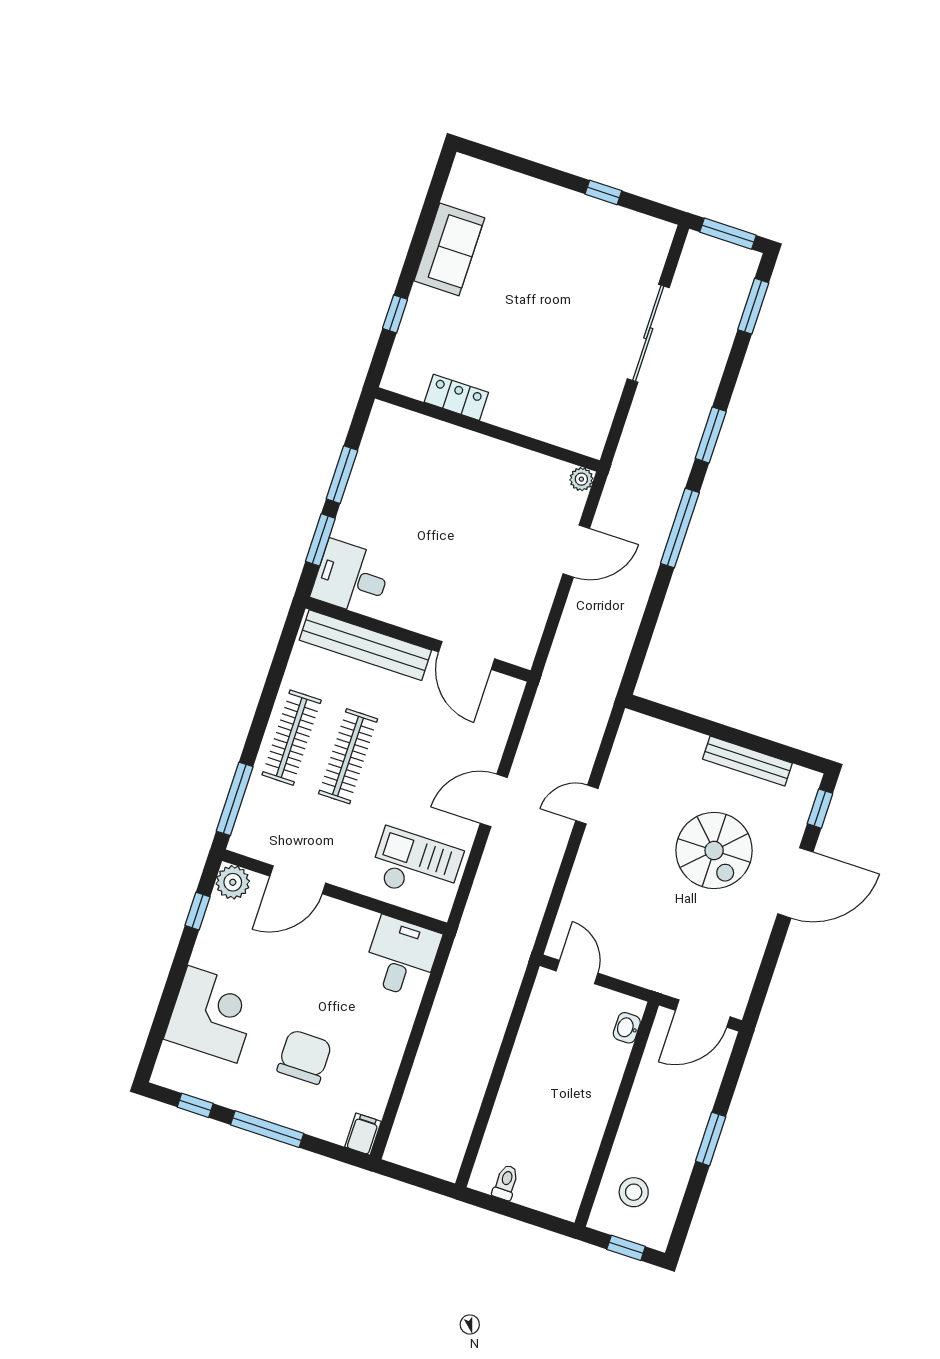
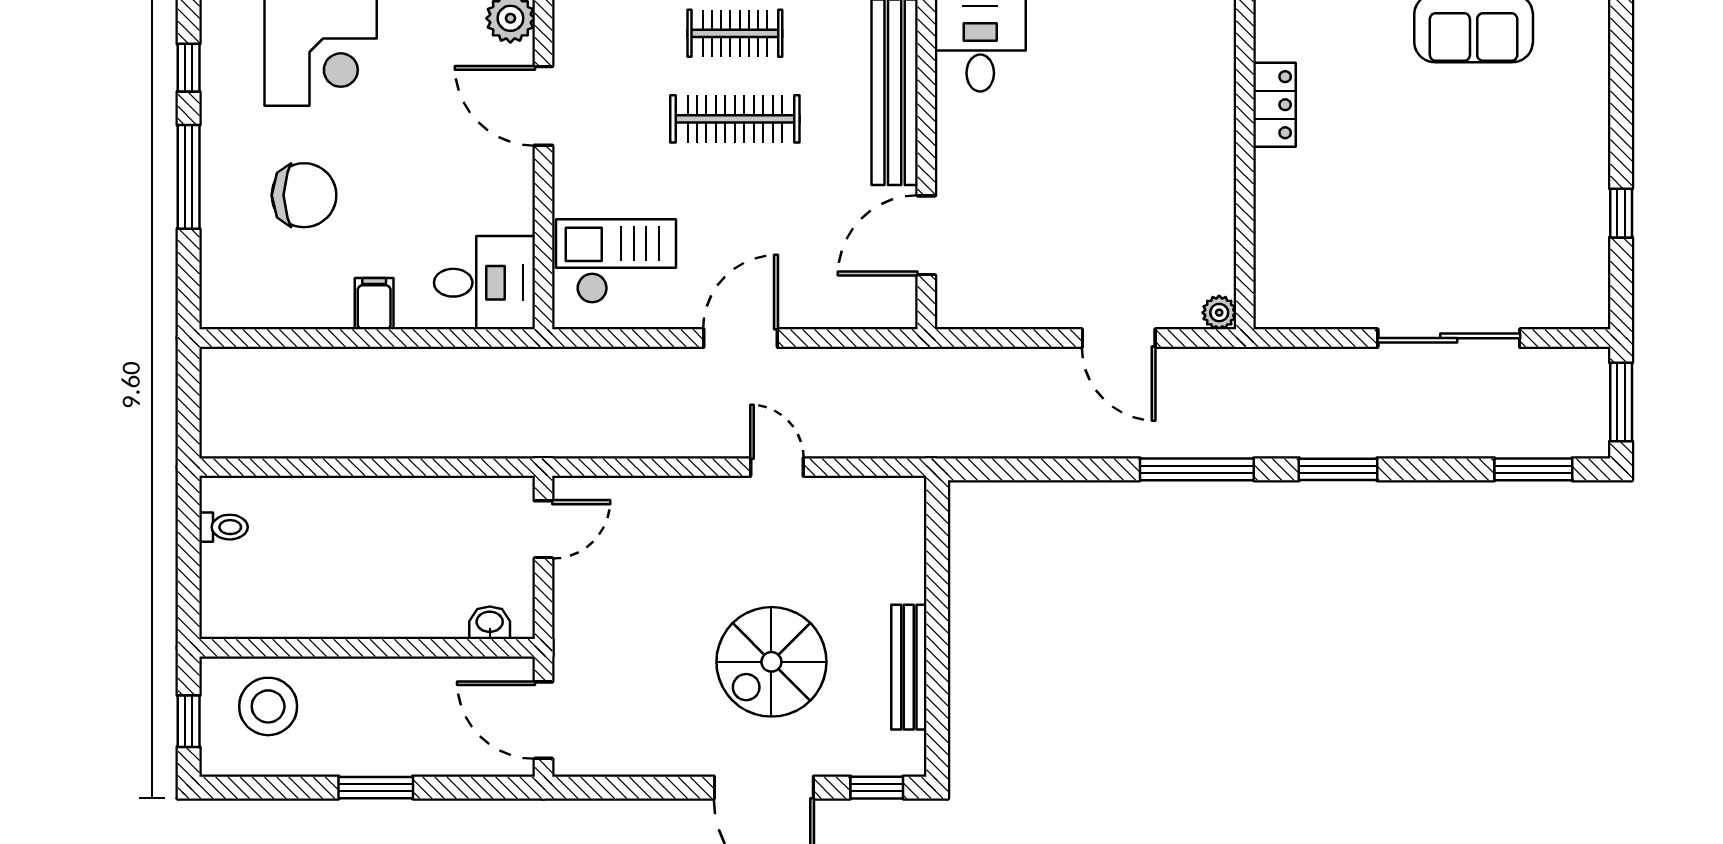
clothes rail: (292, 738) -> (735, 33), width x0.73
door: (494, 800) -> (741, 338), hinge flipped
checkout: (416, 866) -> (616, 261), turned -90
filing cabinet: (363, 1134) -> (374, 304), moved, turned -90
stool: (634, 1192) -> (268, 706), width x1.38, depth x1.38

